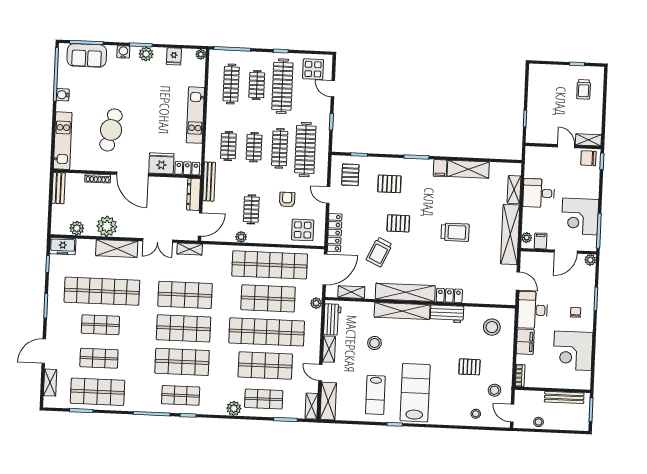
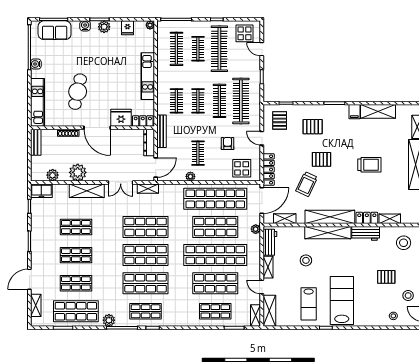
shop shelf: (102, 291) -> (76, 227), width x0.50, depth x0.74
shelving: (477, 298) -> (390, 219), added
plant: (234, 408) -> (109, 320), moved

